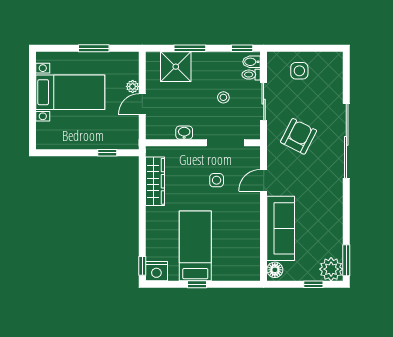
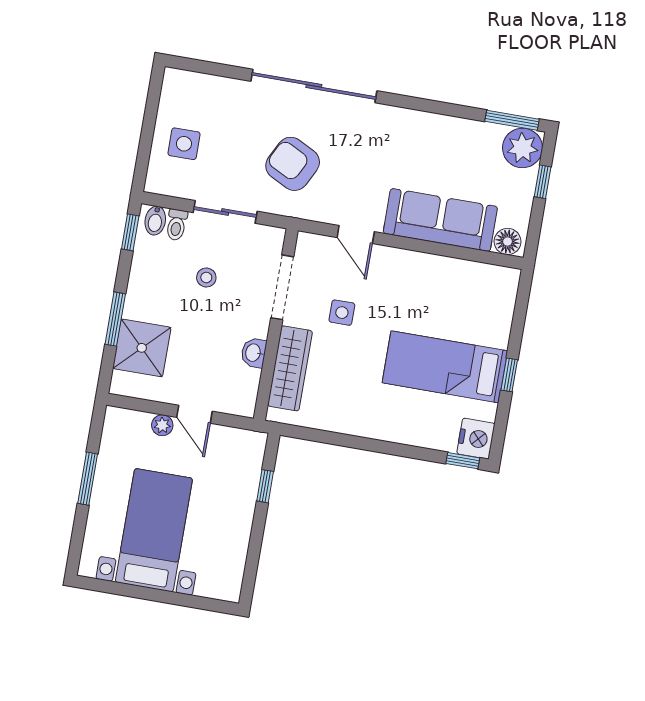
wardrobe: (155, 181) -> (290, 368), moved, turned 90

